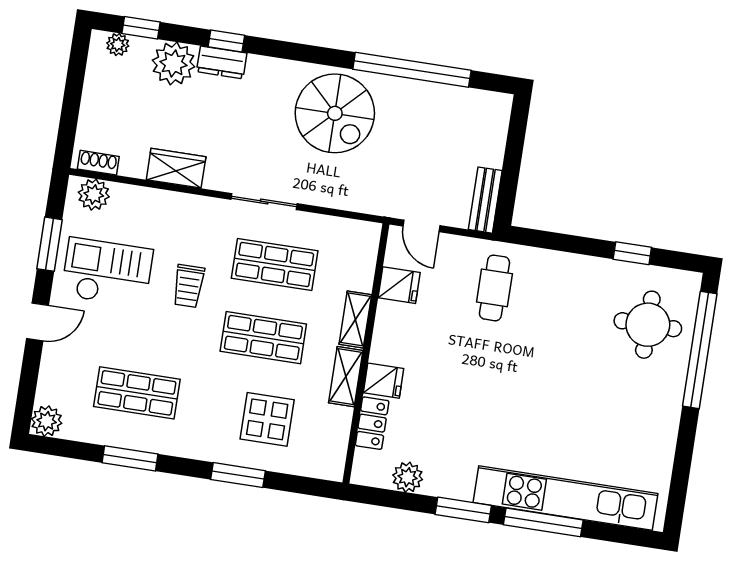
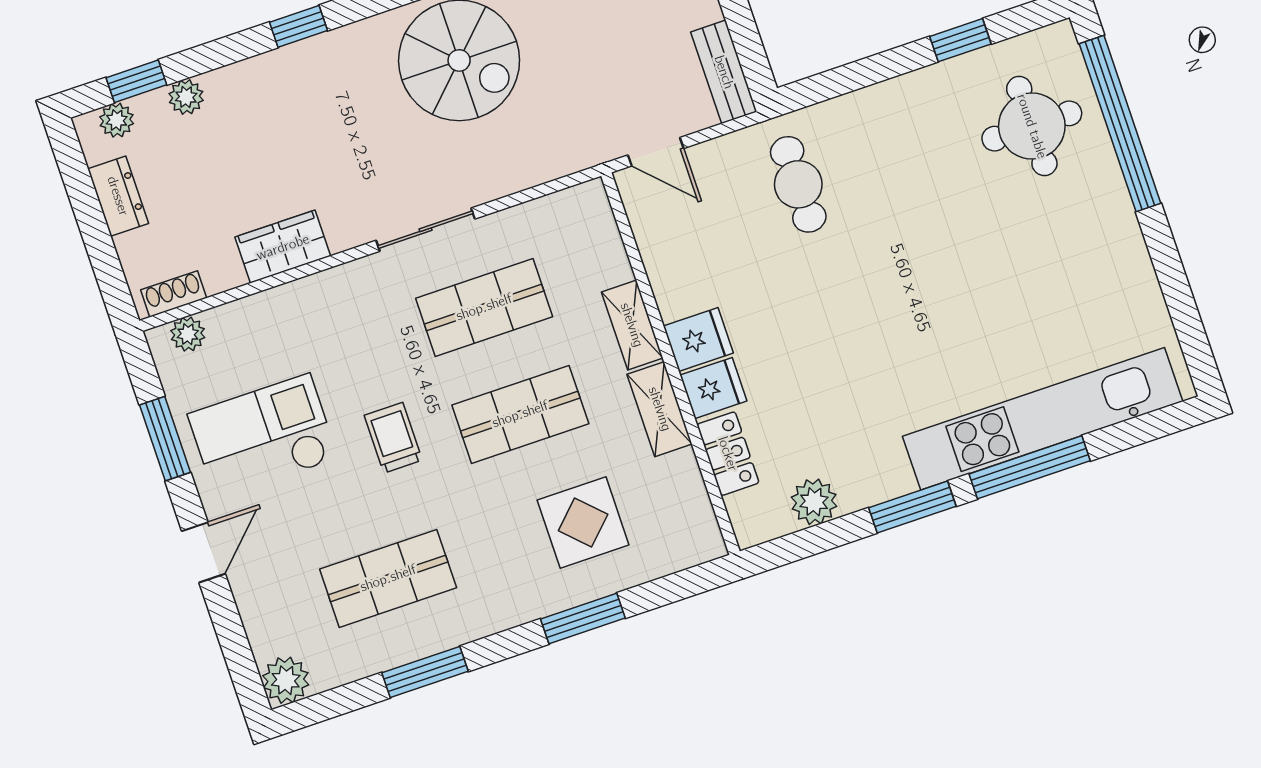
window: (226, 41) -> (298, 26), moved
dresser: (222, 62) -> (118, 196), moved, turned -90
plant: (174, 64) -> (186, 97), width x0.53, depth x0.53
plant: (94, 195) -> (188, 334), width x0.73, depth x0.73
fridge: (399, 285) -> (698, 340), moved
trolley: (189, 286) -> (393, 438), moved, turned 180

